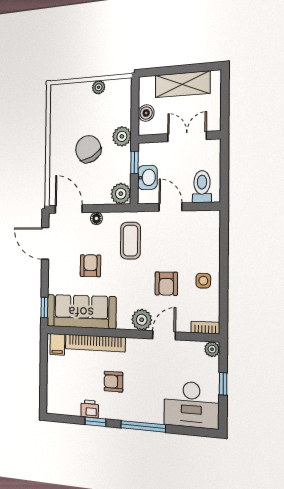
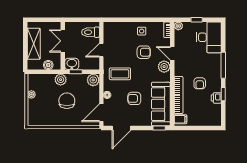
chair: (88, 149) -> (67, 101), turned 118
washbasin: (147, 177) -> (72, 64), moved

